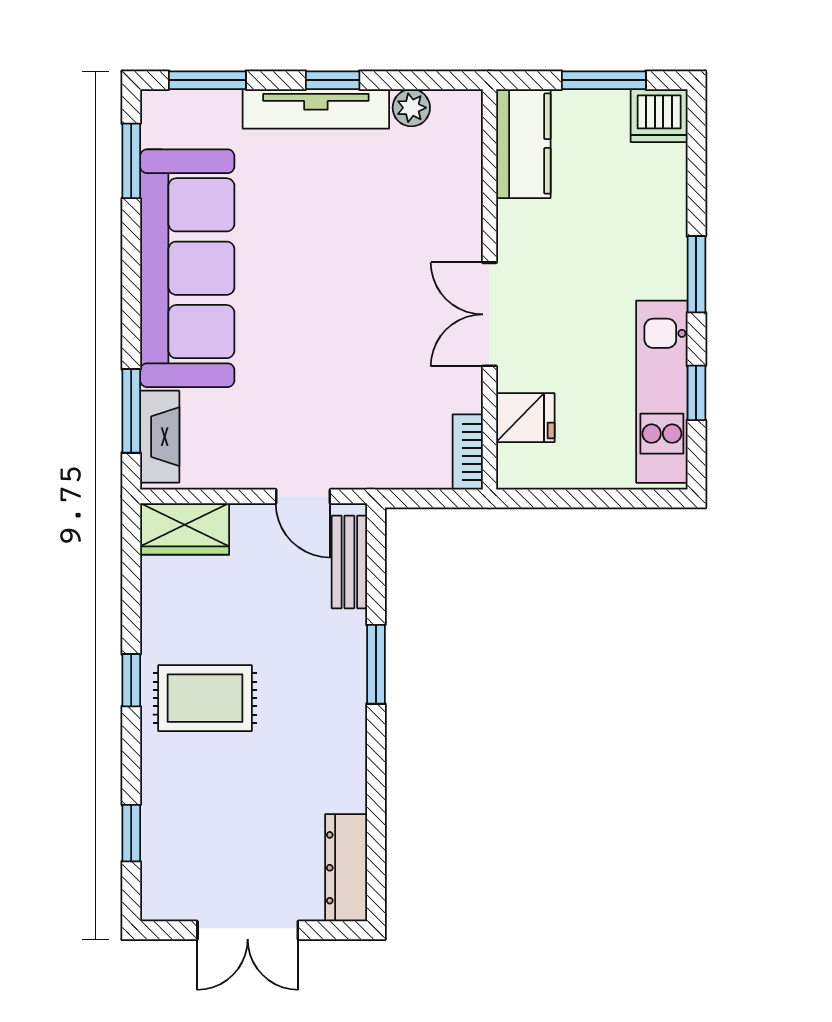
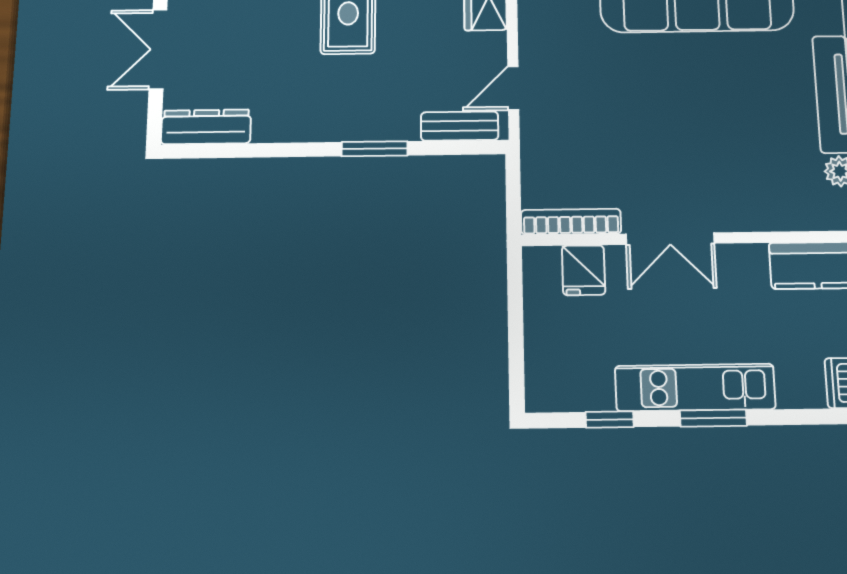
double door: (489, 314) -> (670, 239), swing flipped
kitchen unit: (662, 392) -> (695, 387), moved
bookcase: (468, 452) -> (571, 222), width x1.56

